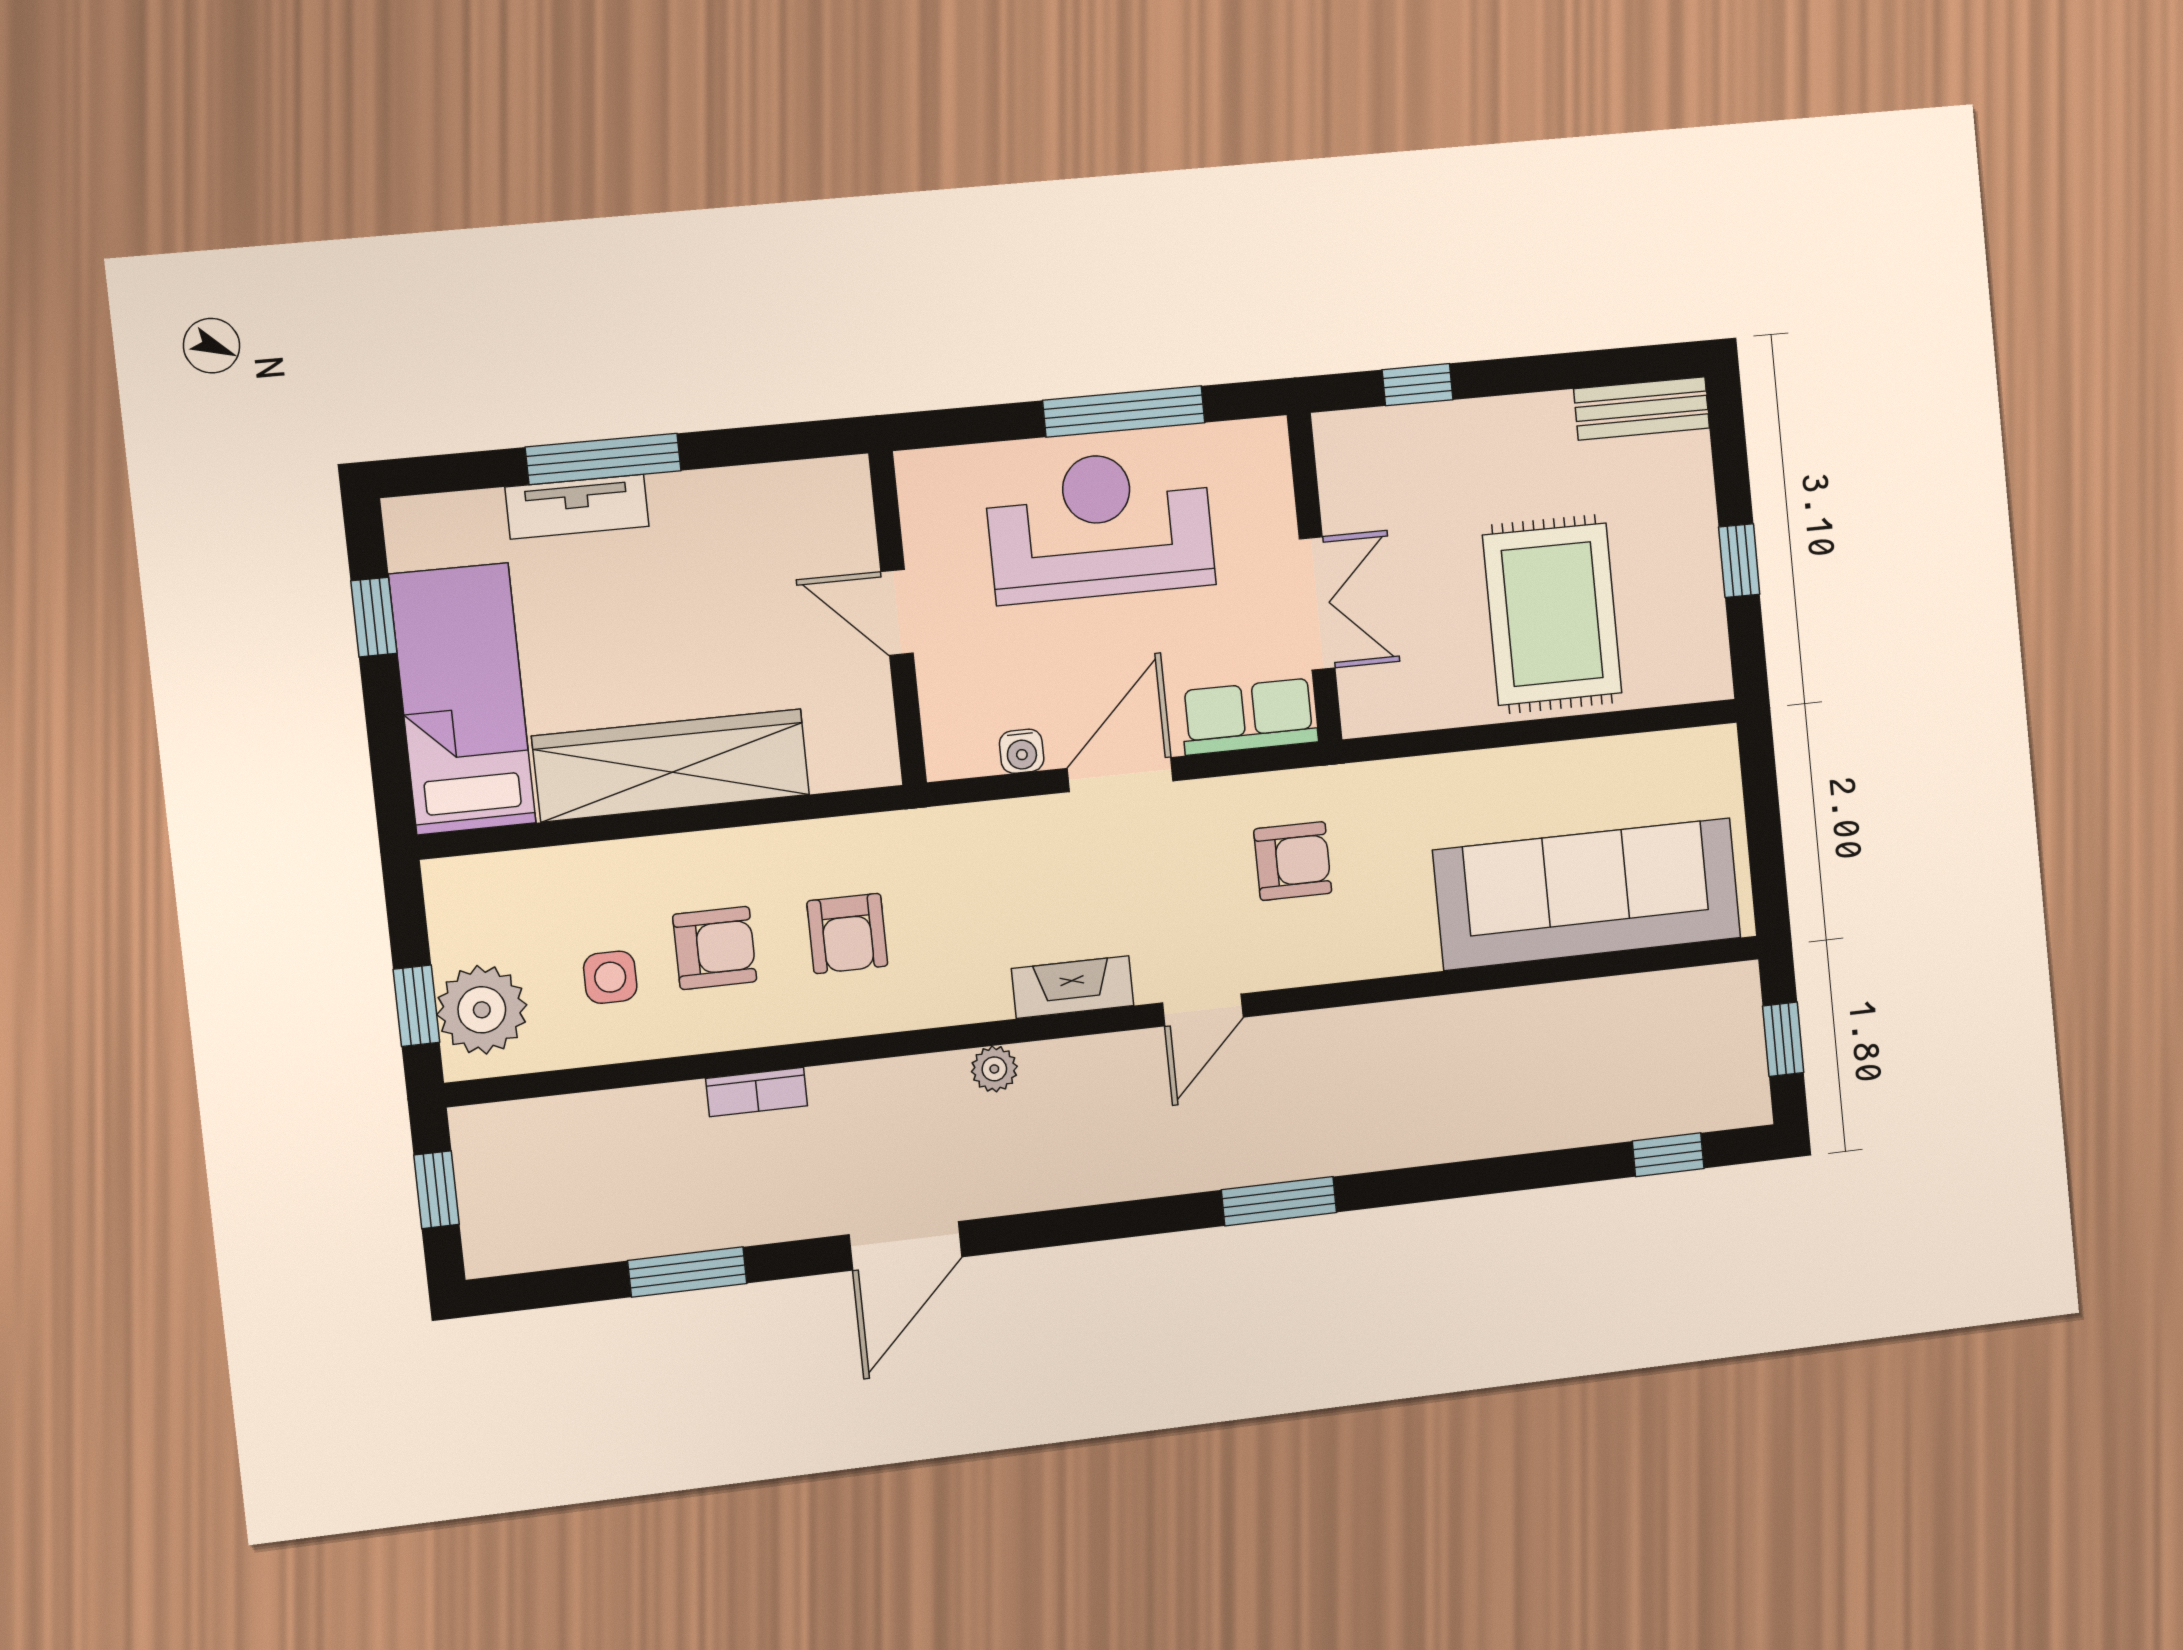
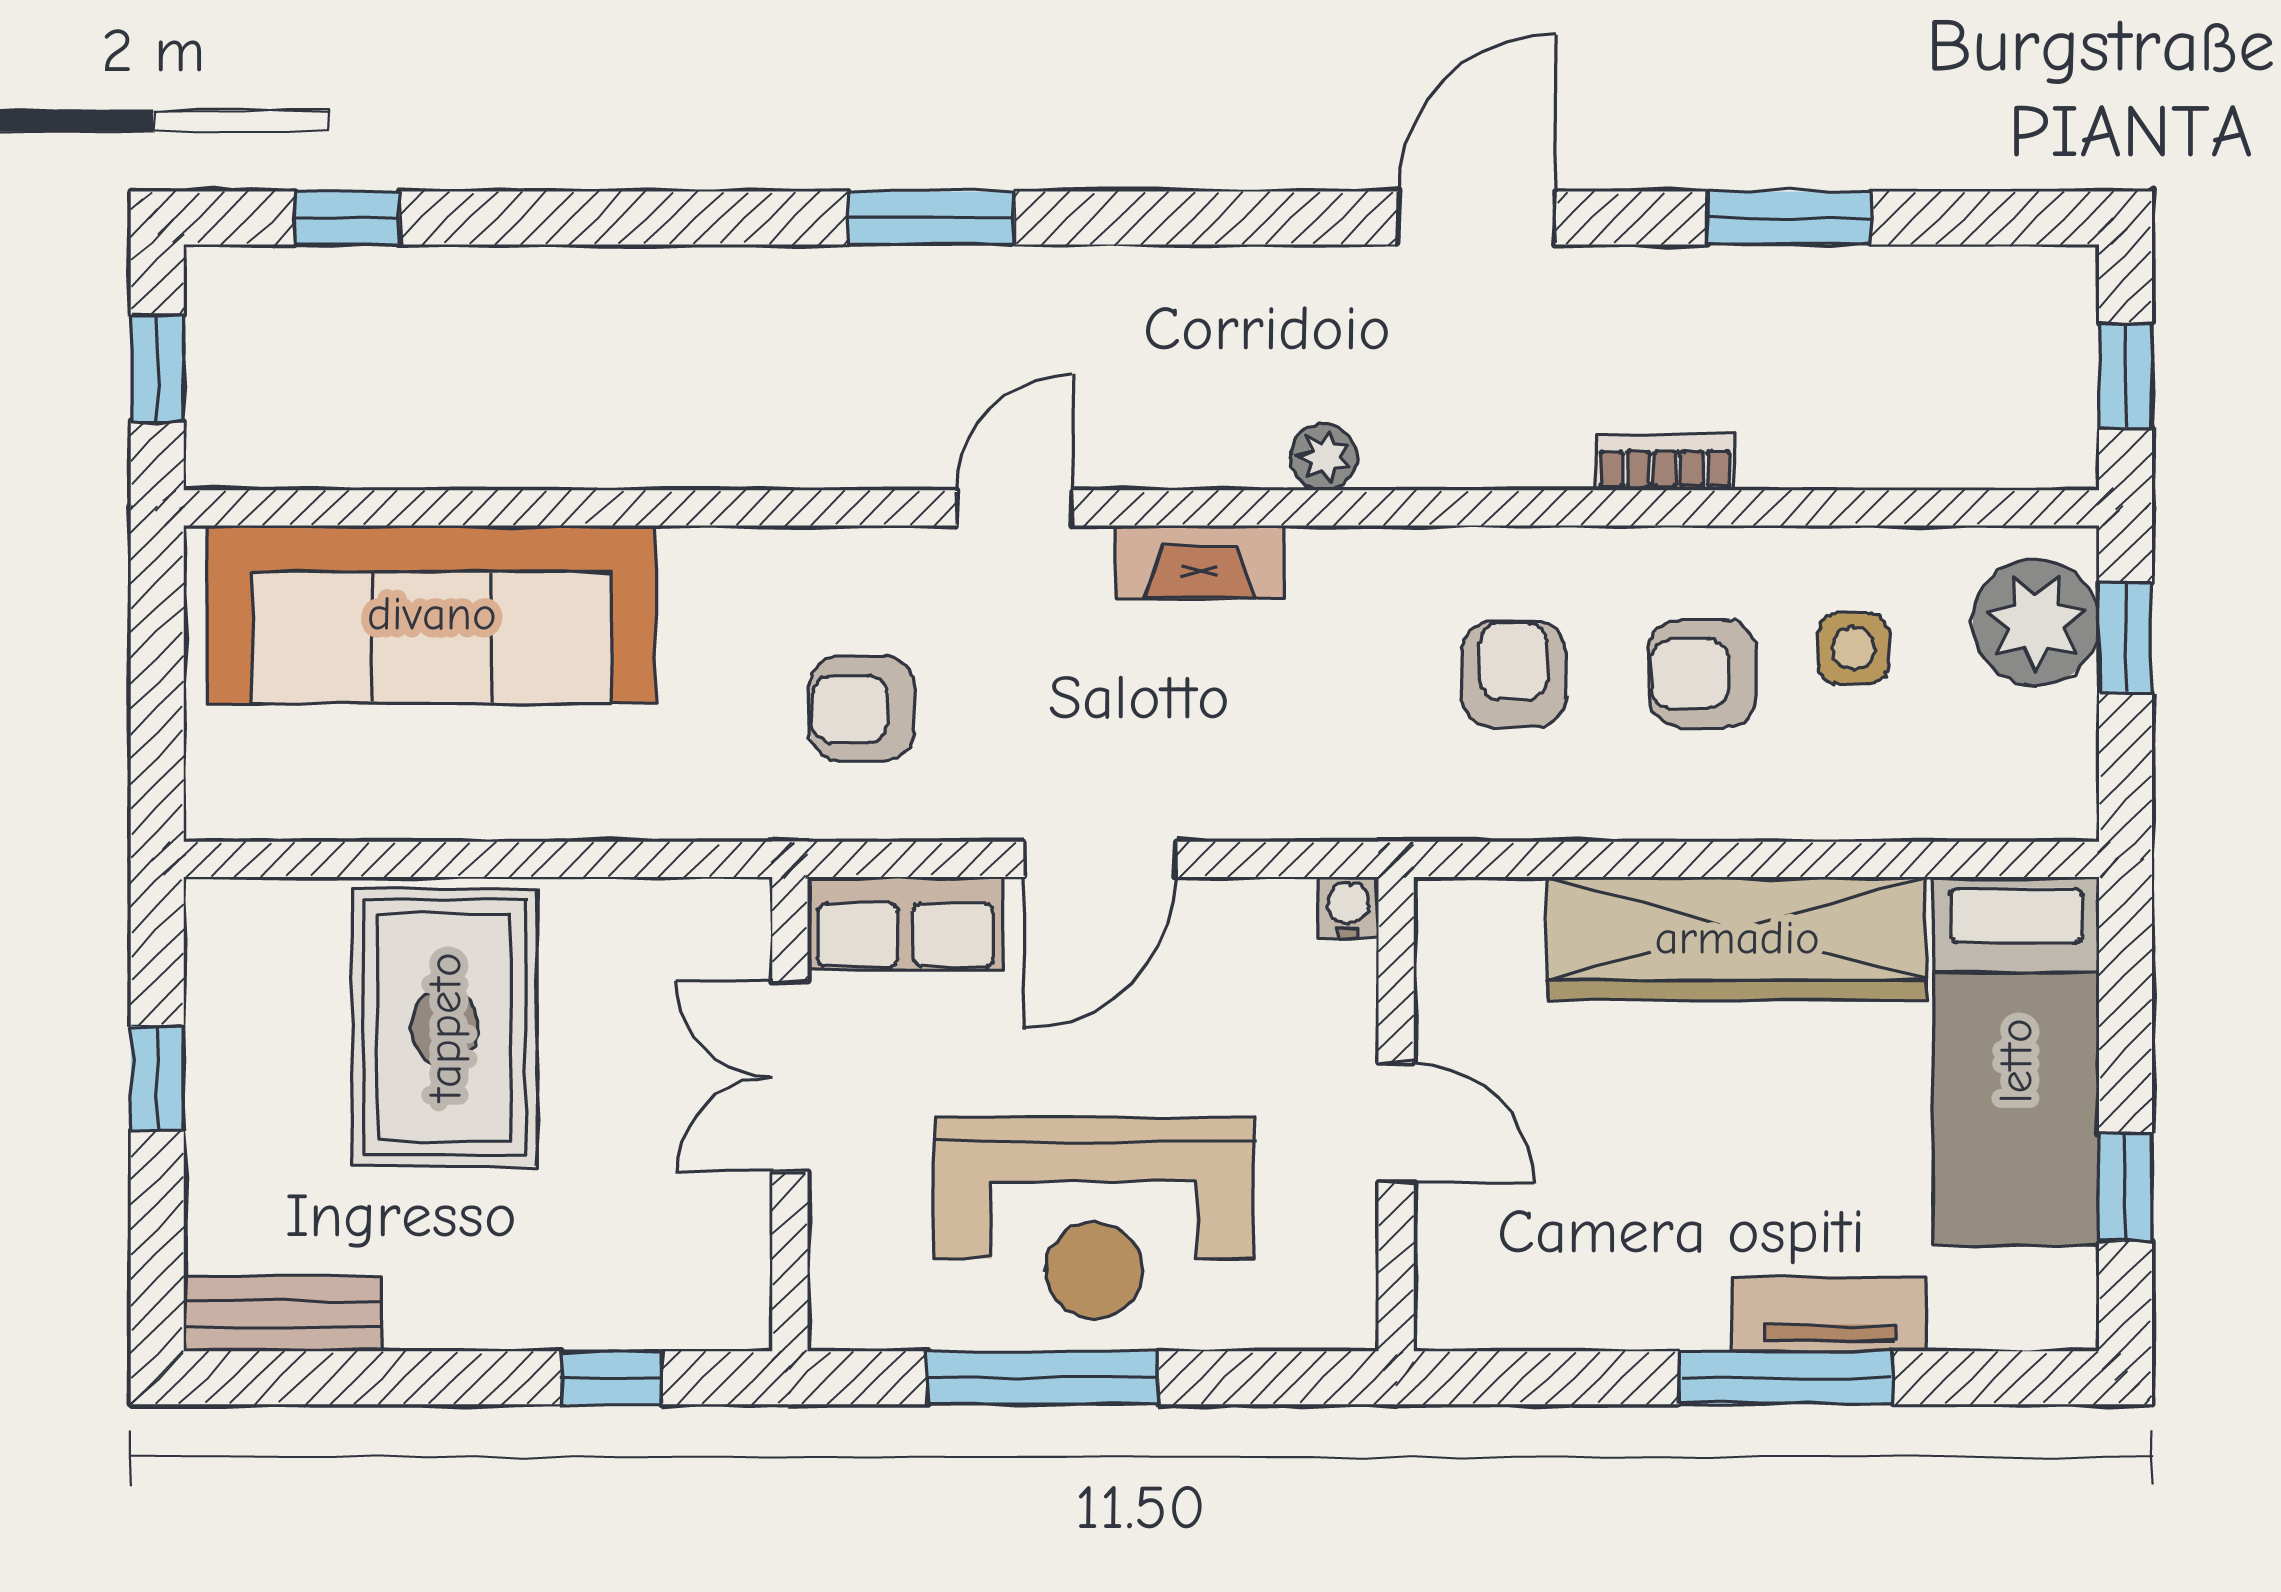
water cooler: (1022, 751) -> (1348, 907), moved

